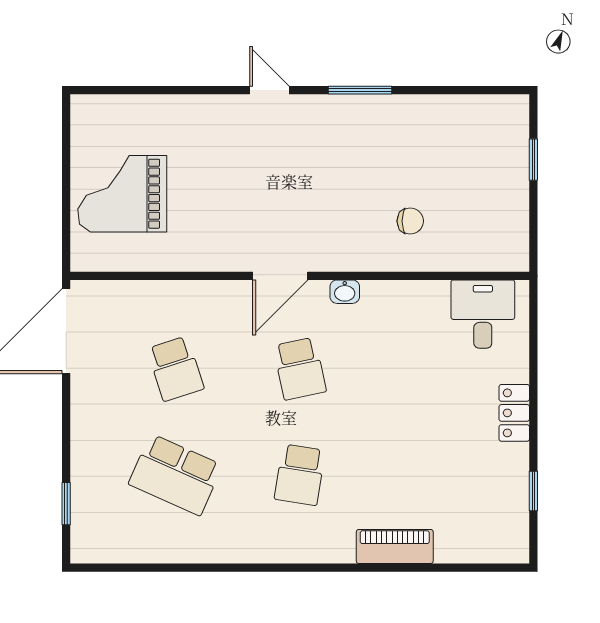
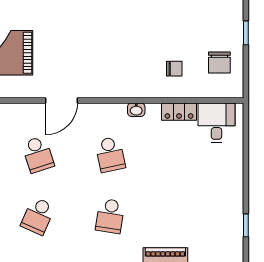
chair: (488, 211) -> (219, 63), added
door: (280, 276) -> (61, 100), moved
locker: (514, 413) -> (179, 112), moved, turned -90
school desk: (175, 475) -> (38, 216), width x0.54

